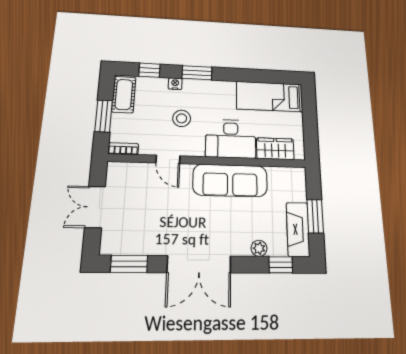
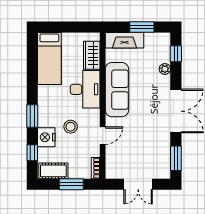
nightstand: (175, 84) -> (46, 137), width x1.89, depth x1.79
fireplace: (298, 229) -> (124, 40), moved

